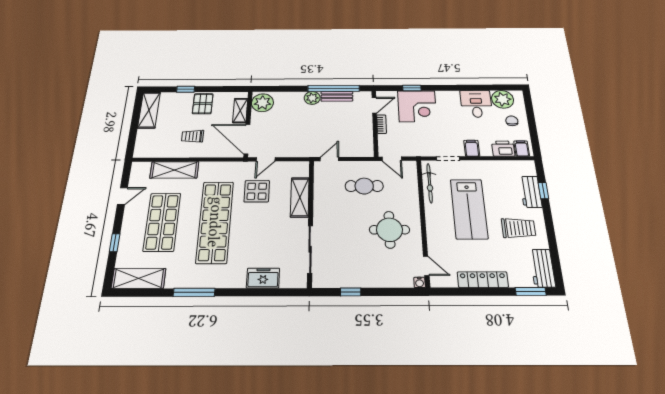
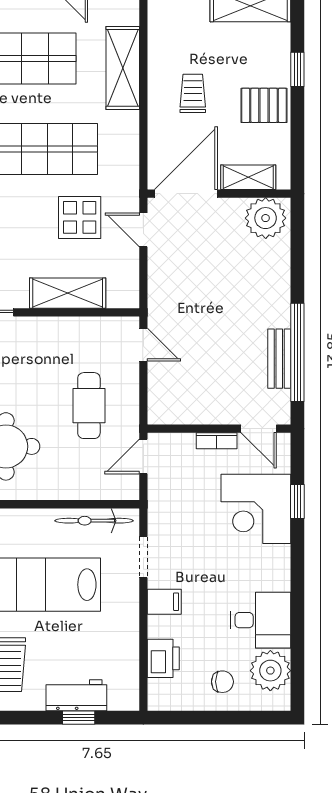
plant: (312, 98) -> (276, 312), removed
filing cabinet: (522, 148) -> (163, 692), removed

